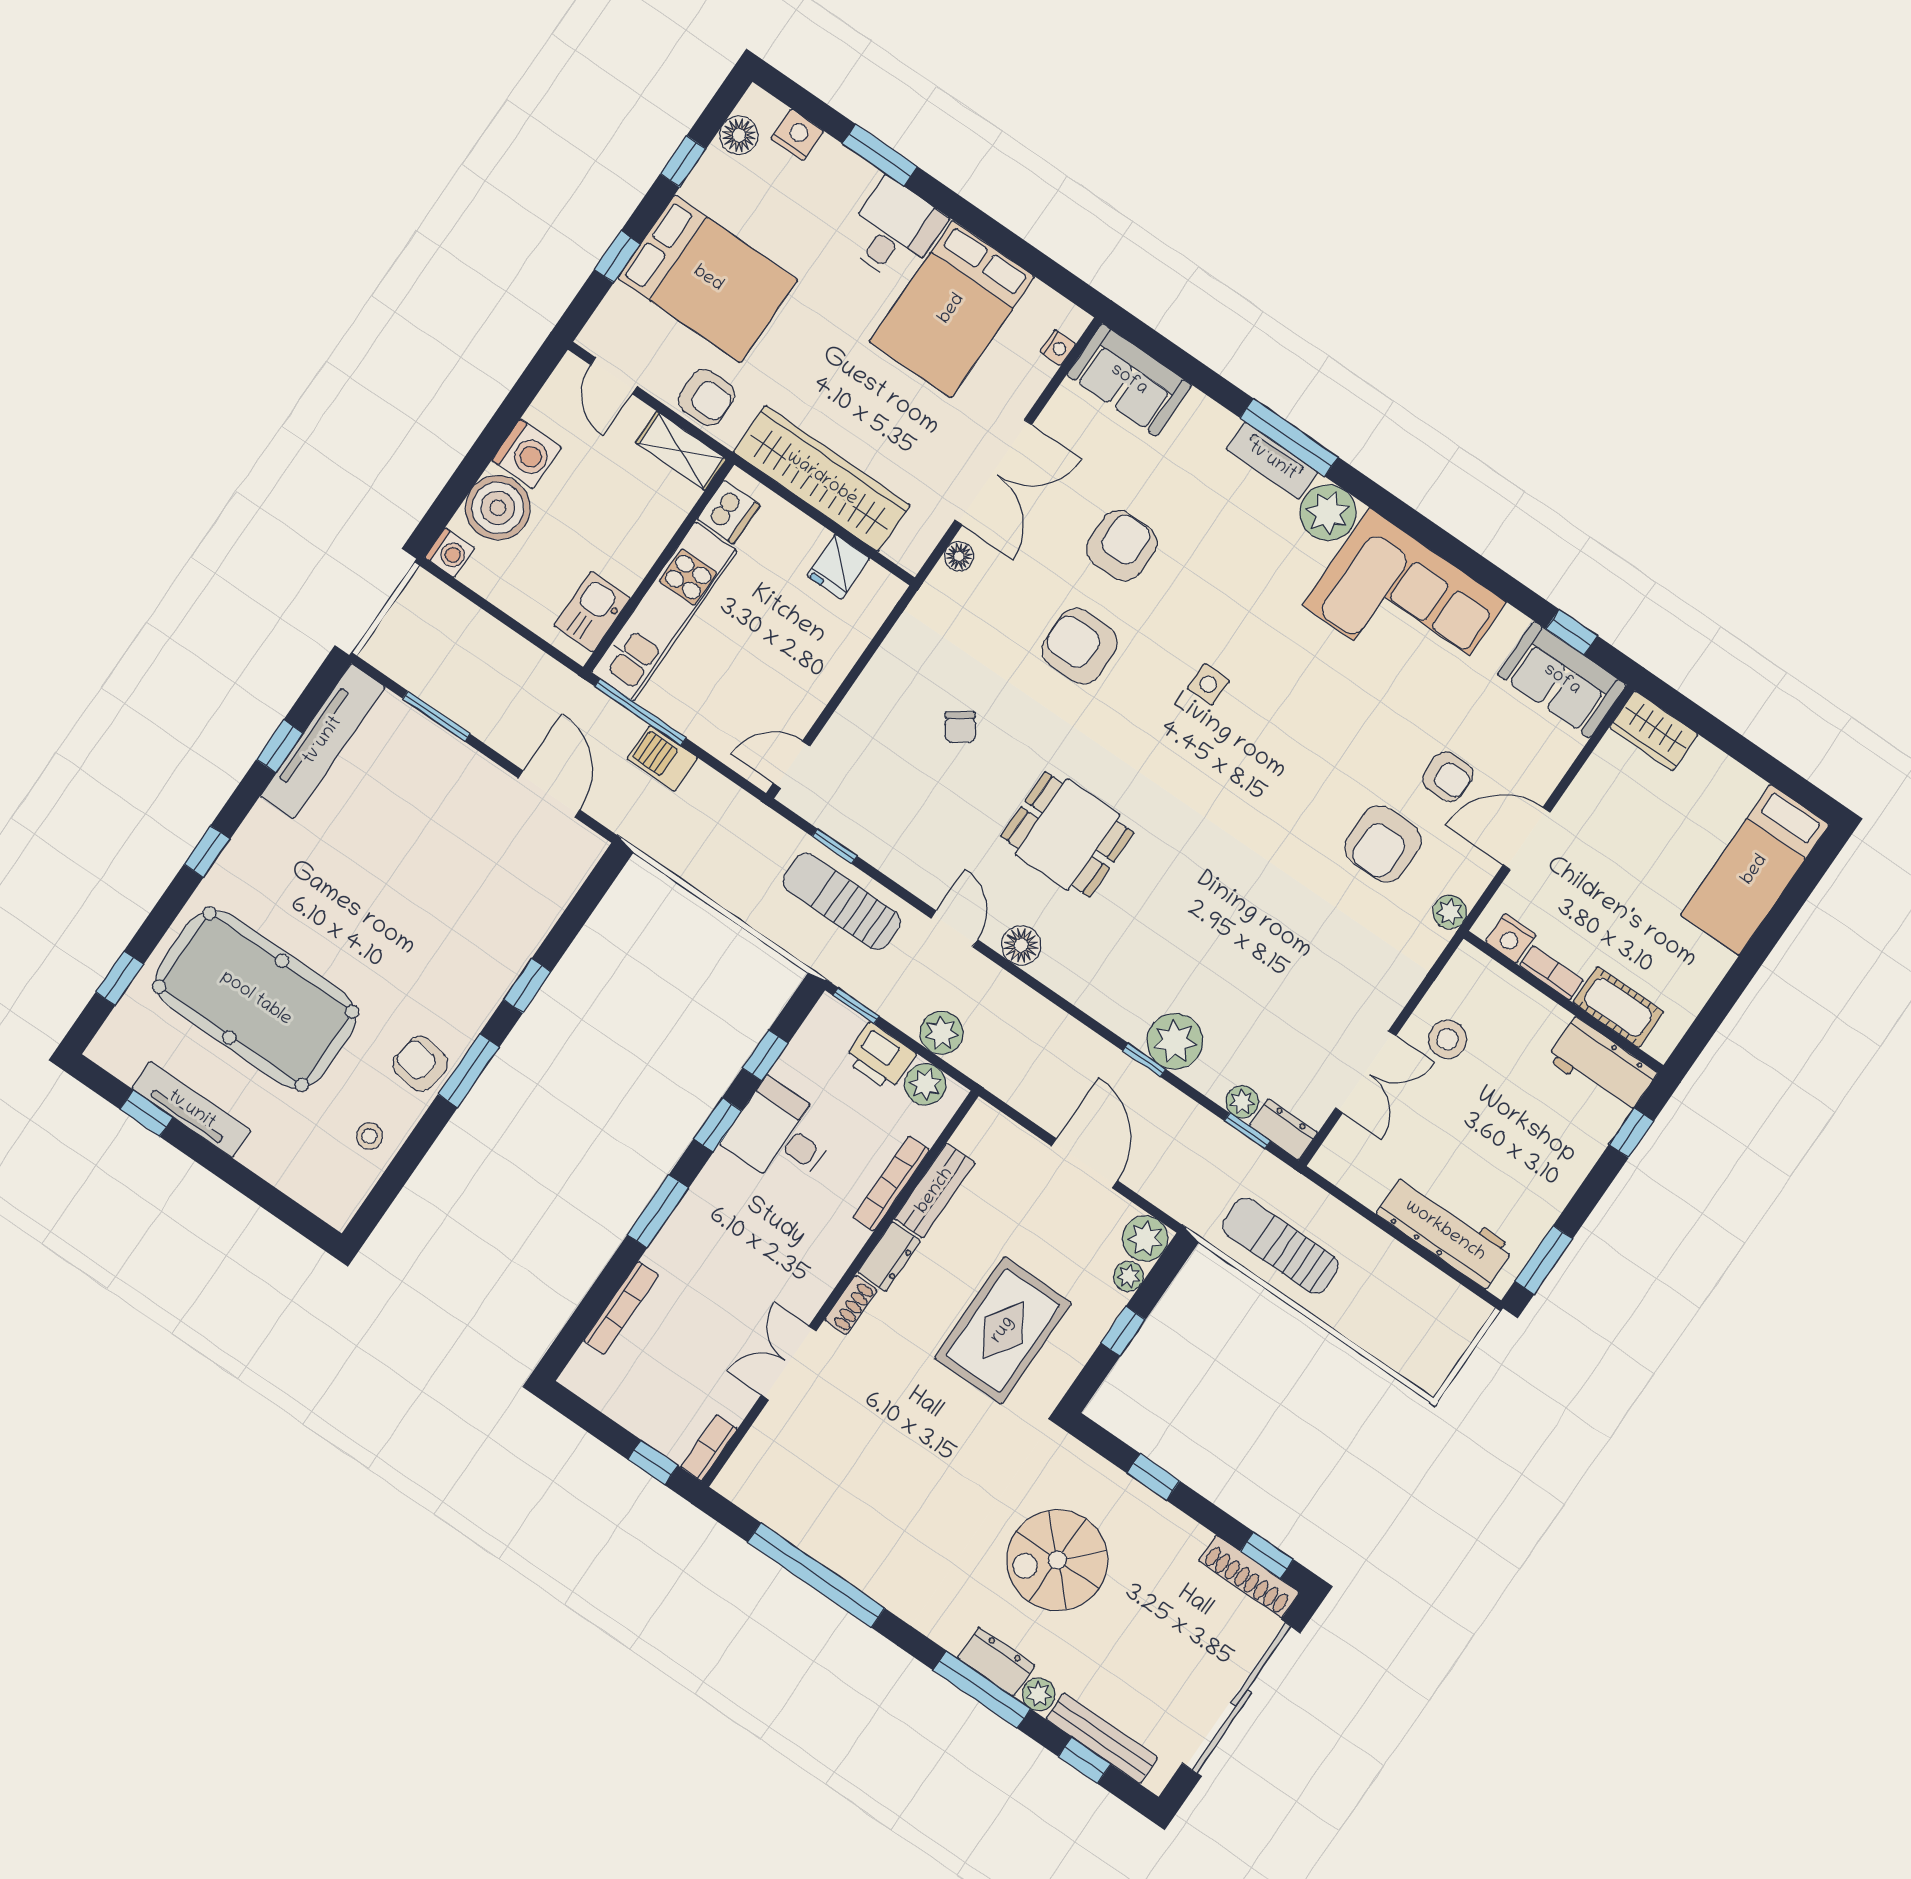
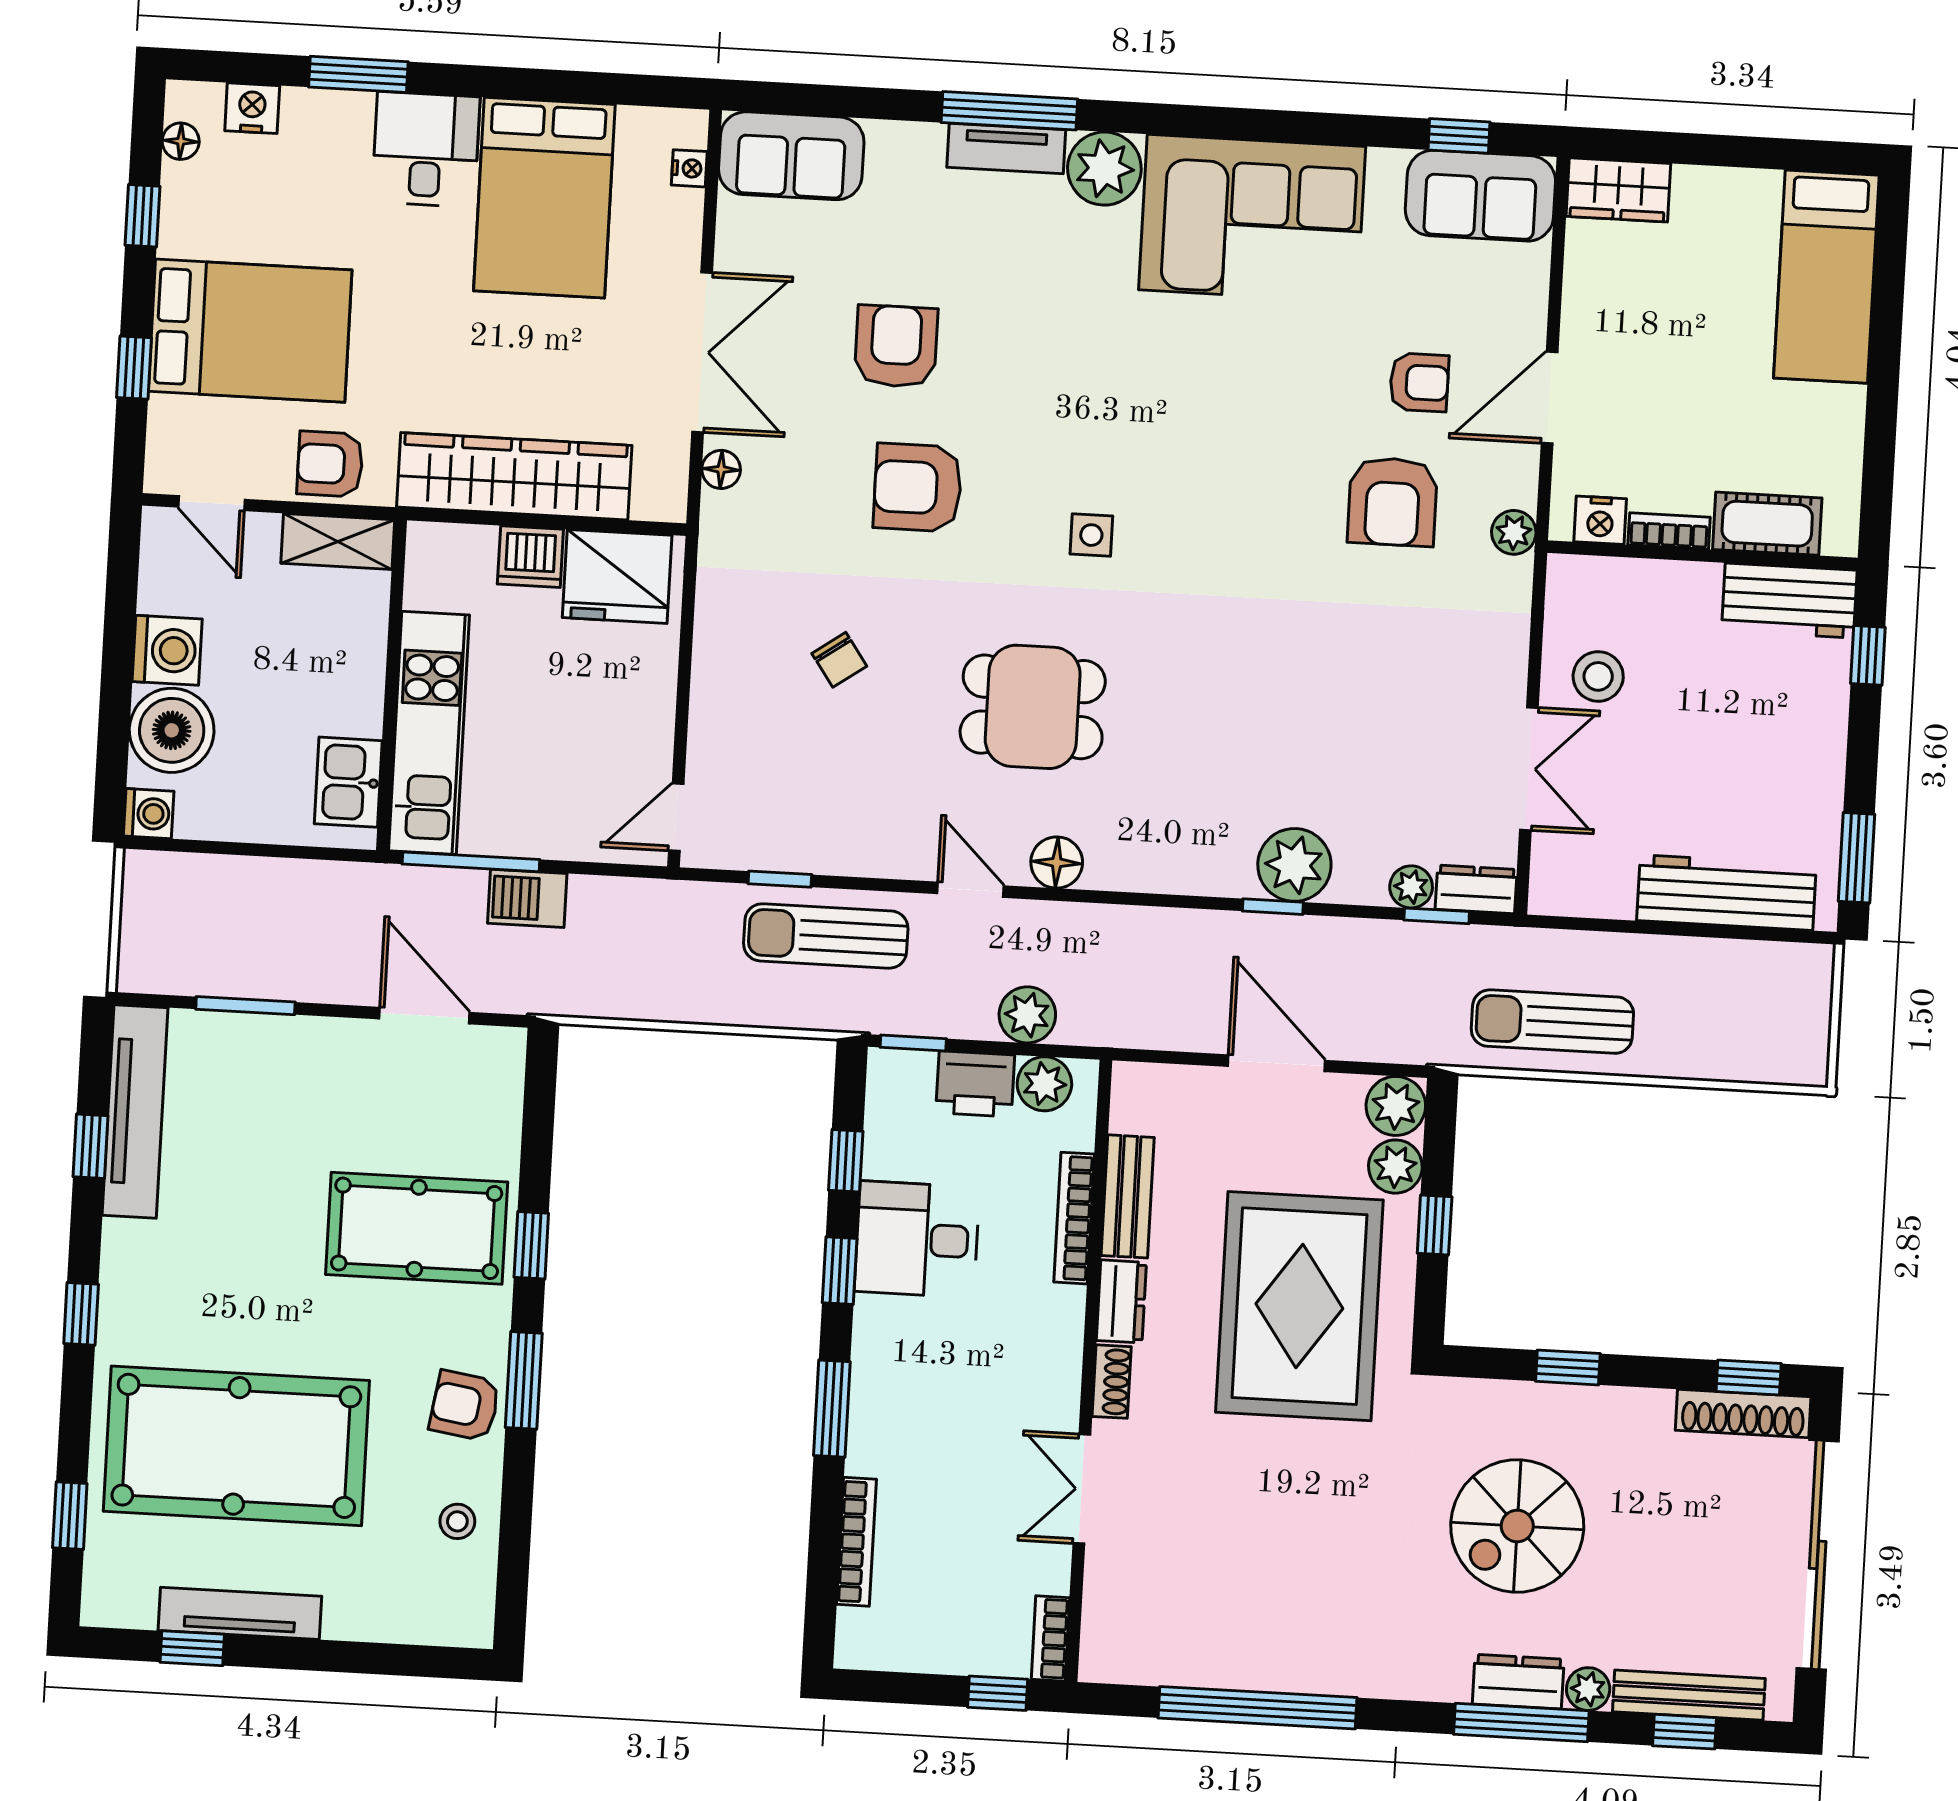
floor lamp: (739, 135) -> (181, 141), width x0.73, depth x0.73
armchair: (707, 397) -> (330, 464), turned 180
dishwasher: (729, 512) -> (530, 557), moved, turned 90
fridge: (838, 567) -> (617, 576), width x1.88, depth x1.34
side table: (1208, 684) -> (1091, 535), moved
pool table: (459, 929) -> (417, 1228), added
plant: (1129, 1276) -> (1395, 1167), width x1.38, depth x1.38
rug: (1003, 1330) -> (1299, 1306), width x1.37, depth x1.44

